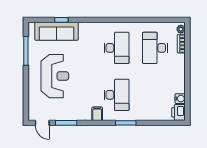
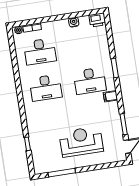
sofa: (57, 31) -> (39, 147), removed
desk: (117, 48) -> (46, 88), turned 180
desk: (117, 95) -> (90, 81), turned 180
water cooler: (180, 99) -> (74, 22), moved

